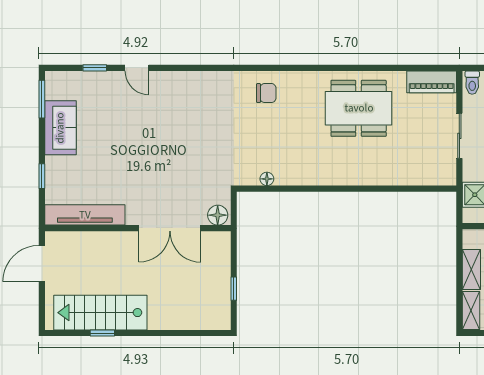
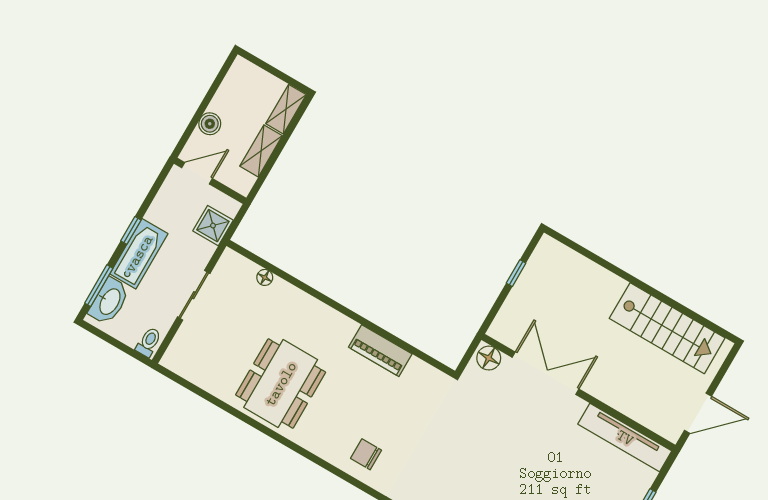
piano: (432, 82) -> (380, 351), moved, turned 180
dining table: (359, 108) -> (281, 384), turned 90
floor lamp: (267, 179) -> (265, 277), moved
window: (102, 333) -> (677, 306), removed

